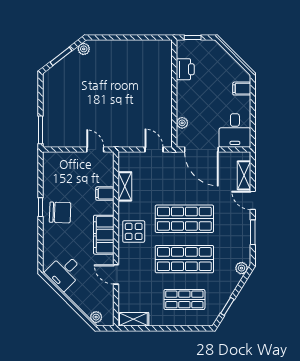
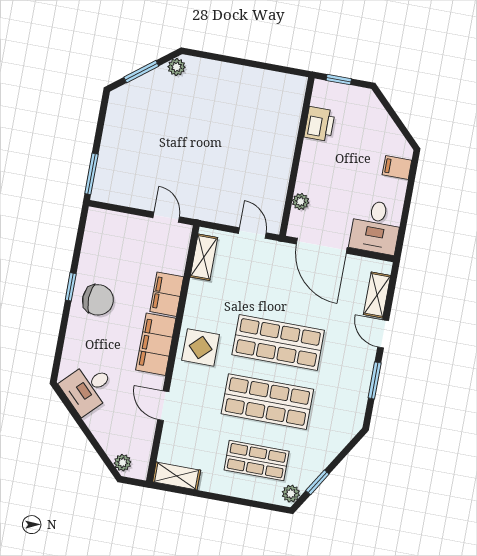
shelving: (125, 186) -> (204, 257), moved
filing cabinet: (105, 194) -> (167, 294), width x2.00
plant: (241, 268) -> (291, 494), moved

